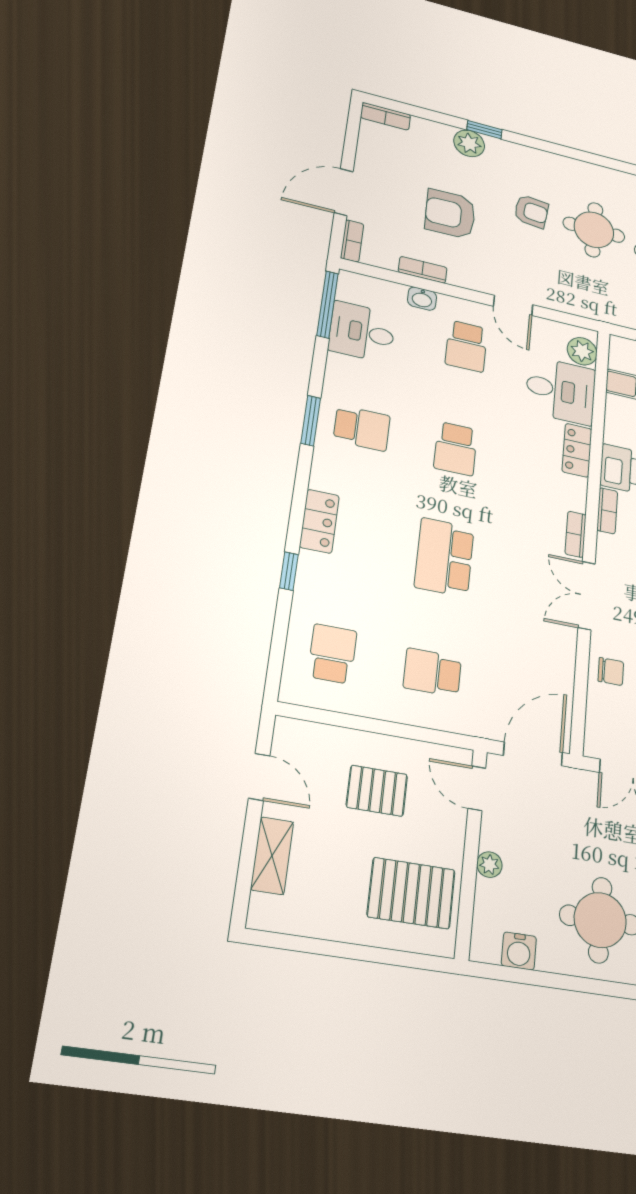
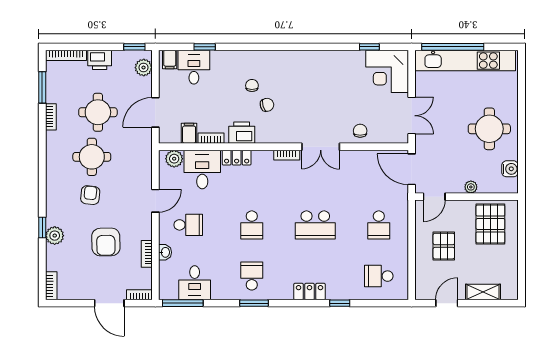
school desk: (456, 449) -> (252, 225), turned 90
bookcase: (607, 511) -> (211, 138), moved

